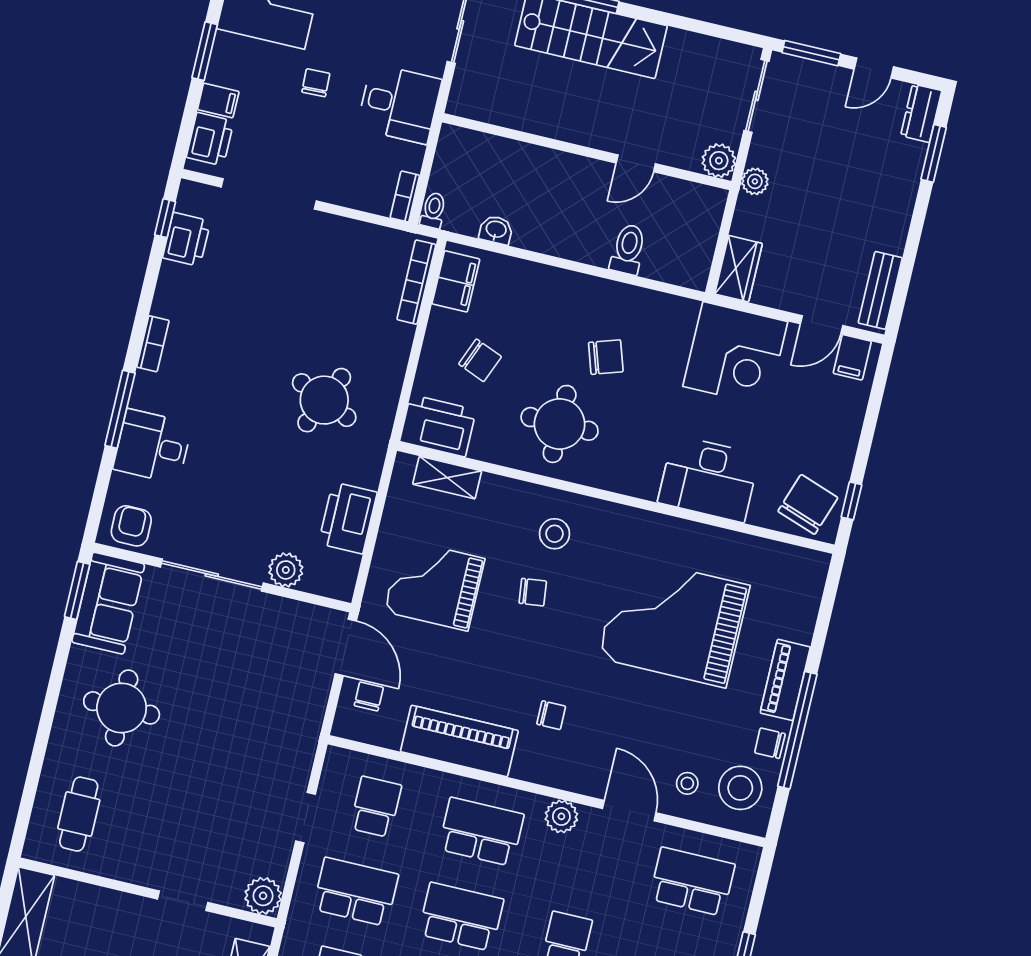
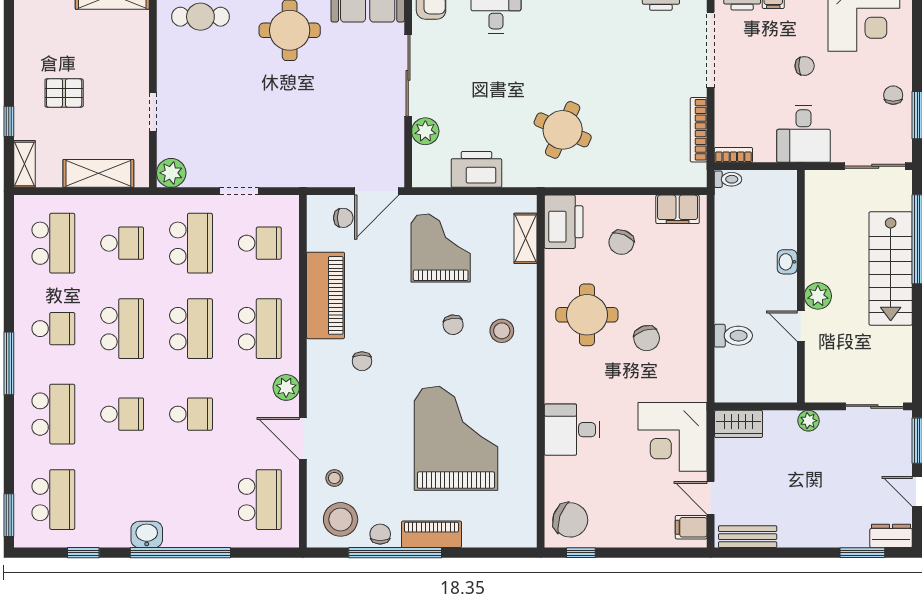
plant: (719, 161) -> (818, 296), moved
washbasin: (496, 230) -> (787, 262), moved, turned 180
bookcase: (416, 282) -> (699, 130), moved, turned -90
desk: (709, 479) -> (572, 430), width x0.73
door: (629, 811) -> (303, 438), swing flipped

